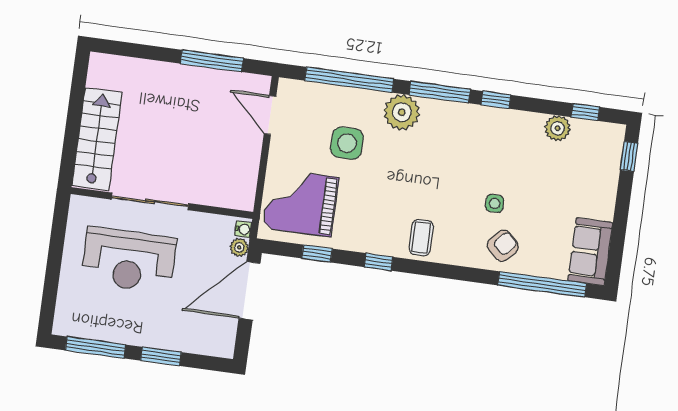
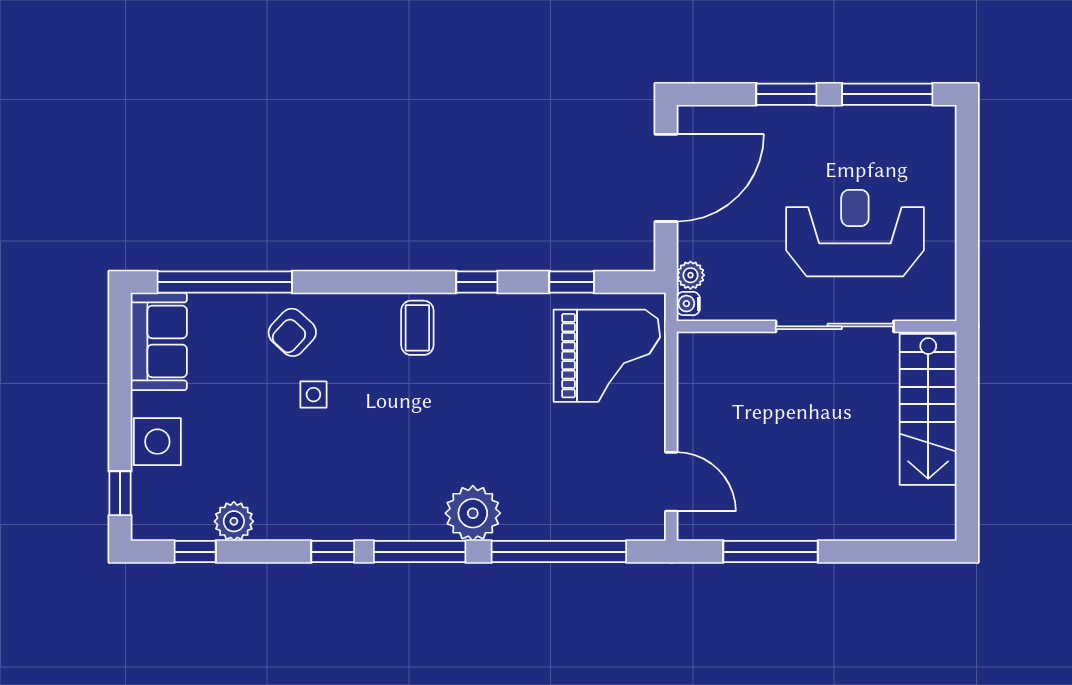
side table: (347, 143) -> (157, 442), moved
door: (249, 291) -> (666, 178), moved

